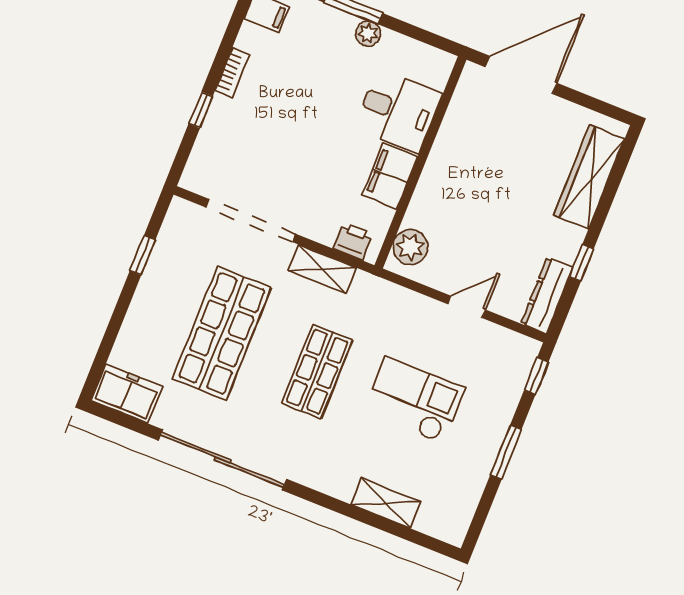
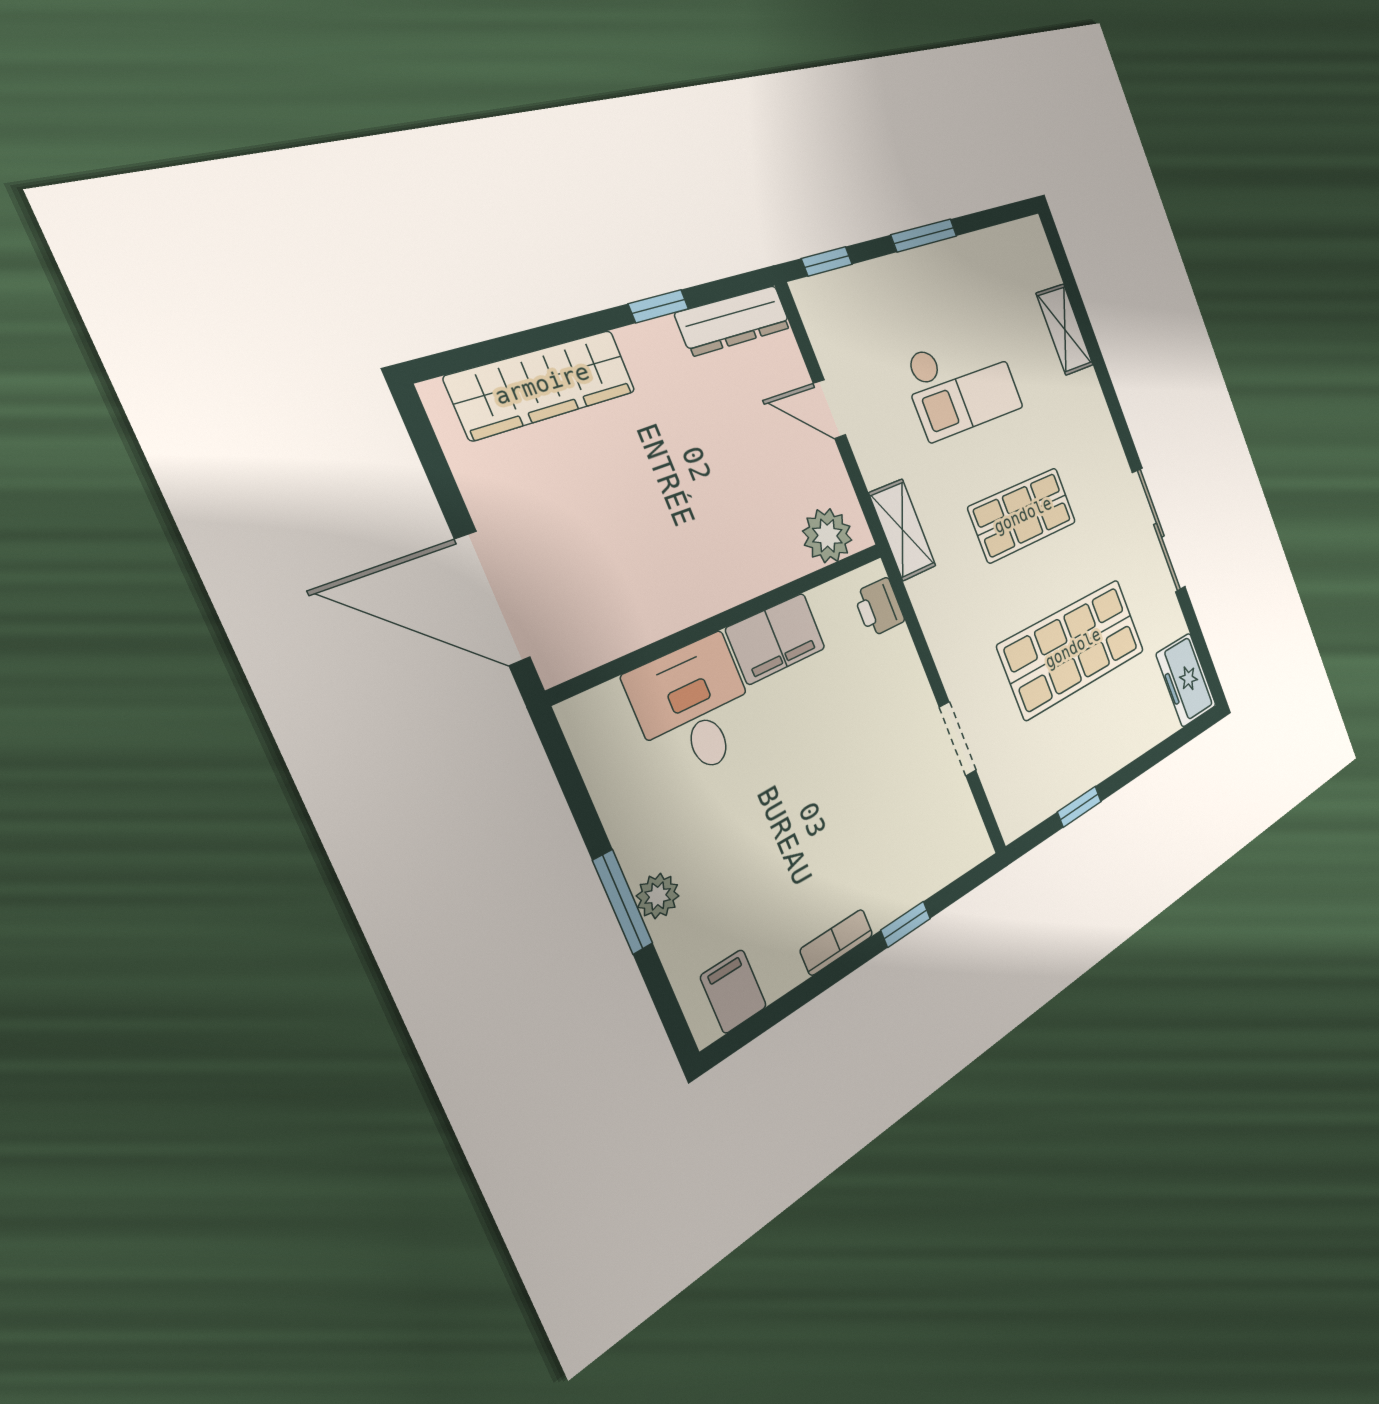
plant: (368, 34) -> (658, 896), moved
doorway: (251, 221) -> (958, 739), width x0.53
shelving: (322, 269) -> (903, 530), moved
checkout: (414, 400) -> (962, 384), turned -90
sliding door: (222, 460) -> (1159, 530), width x0.73

